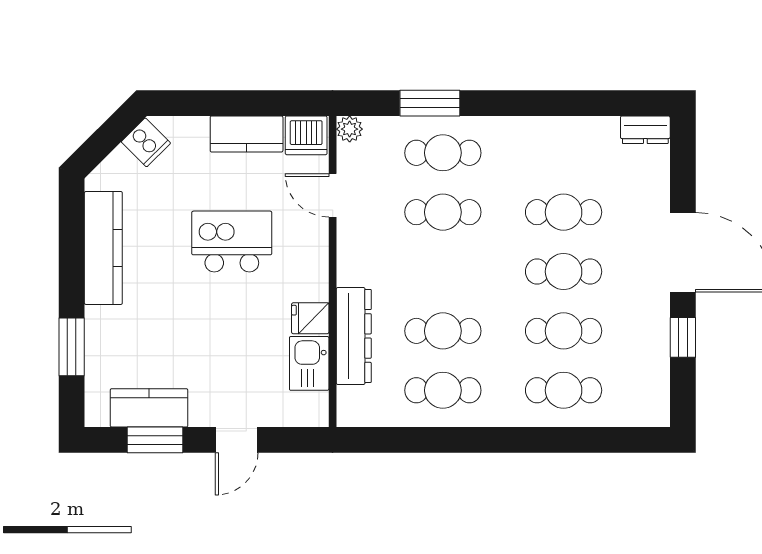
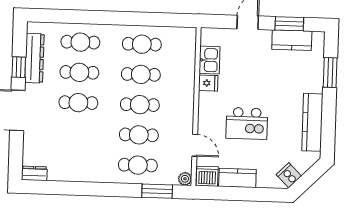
window: (430, 103) -> (157, 191), moved
cafe table: (564, 212) -> (140, 105), moved
dresser: (354, 336) -> (34, 58), moved, turned 180

